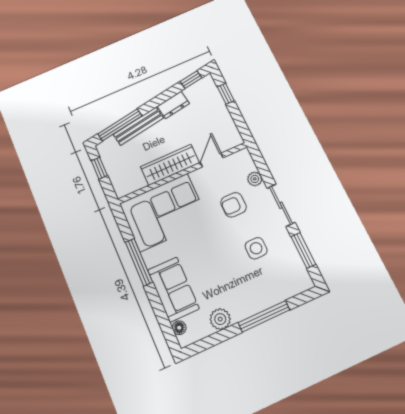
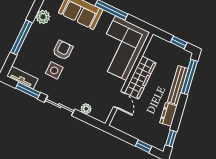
armchair: (234, 205) -> (63, 50), moved
tv unit: (299, 270) -> (22, 78), added

